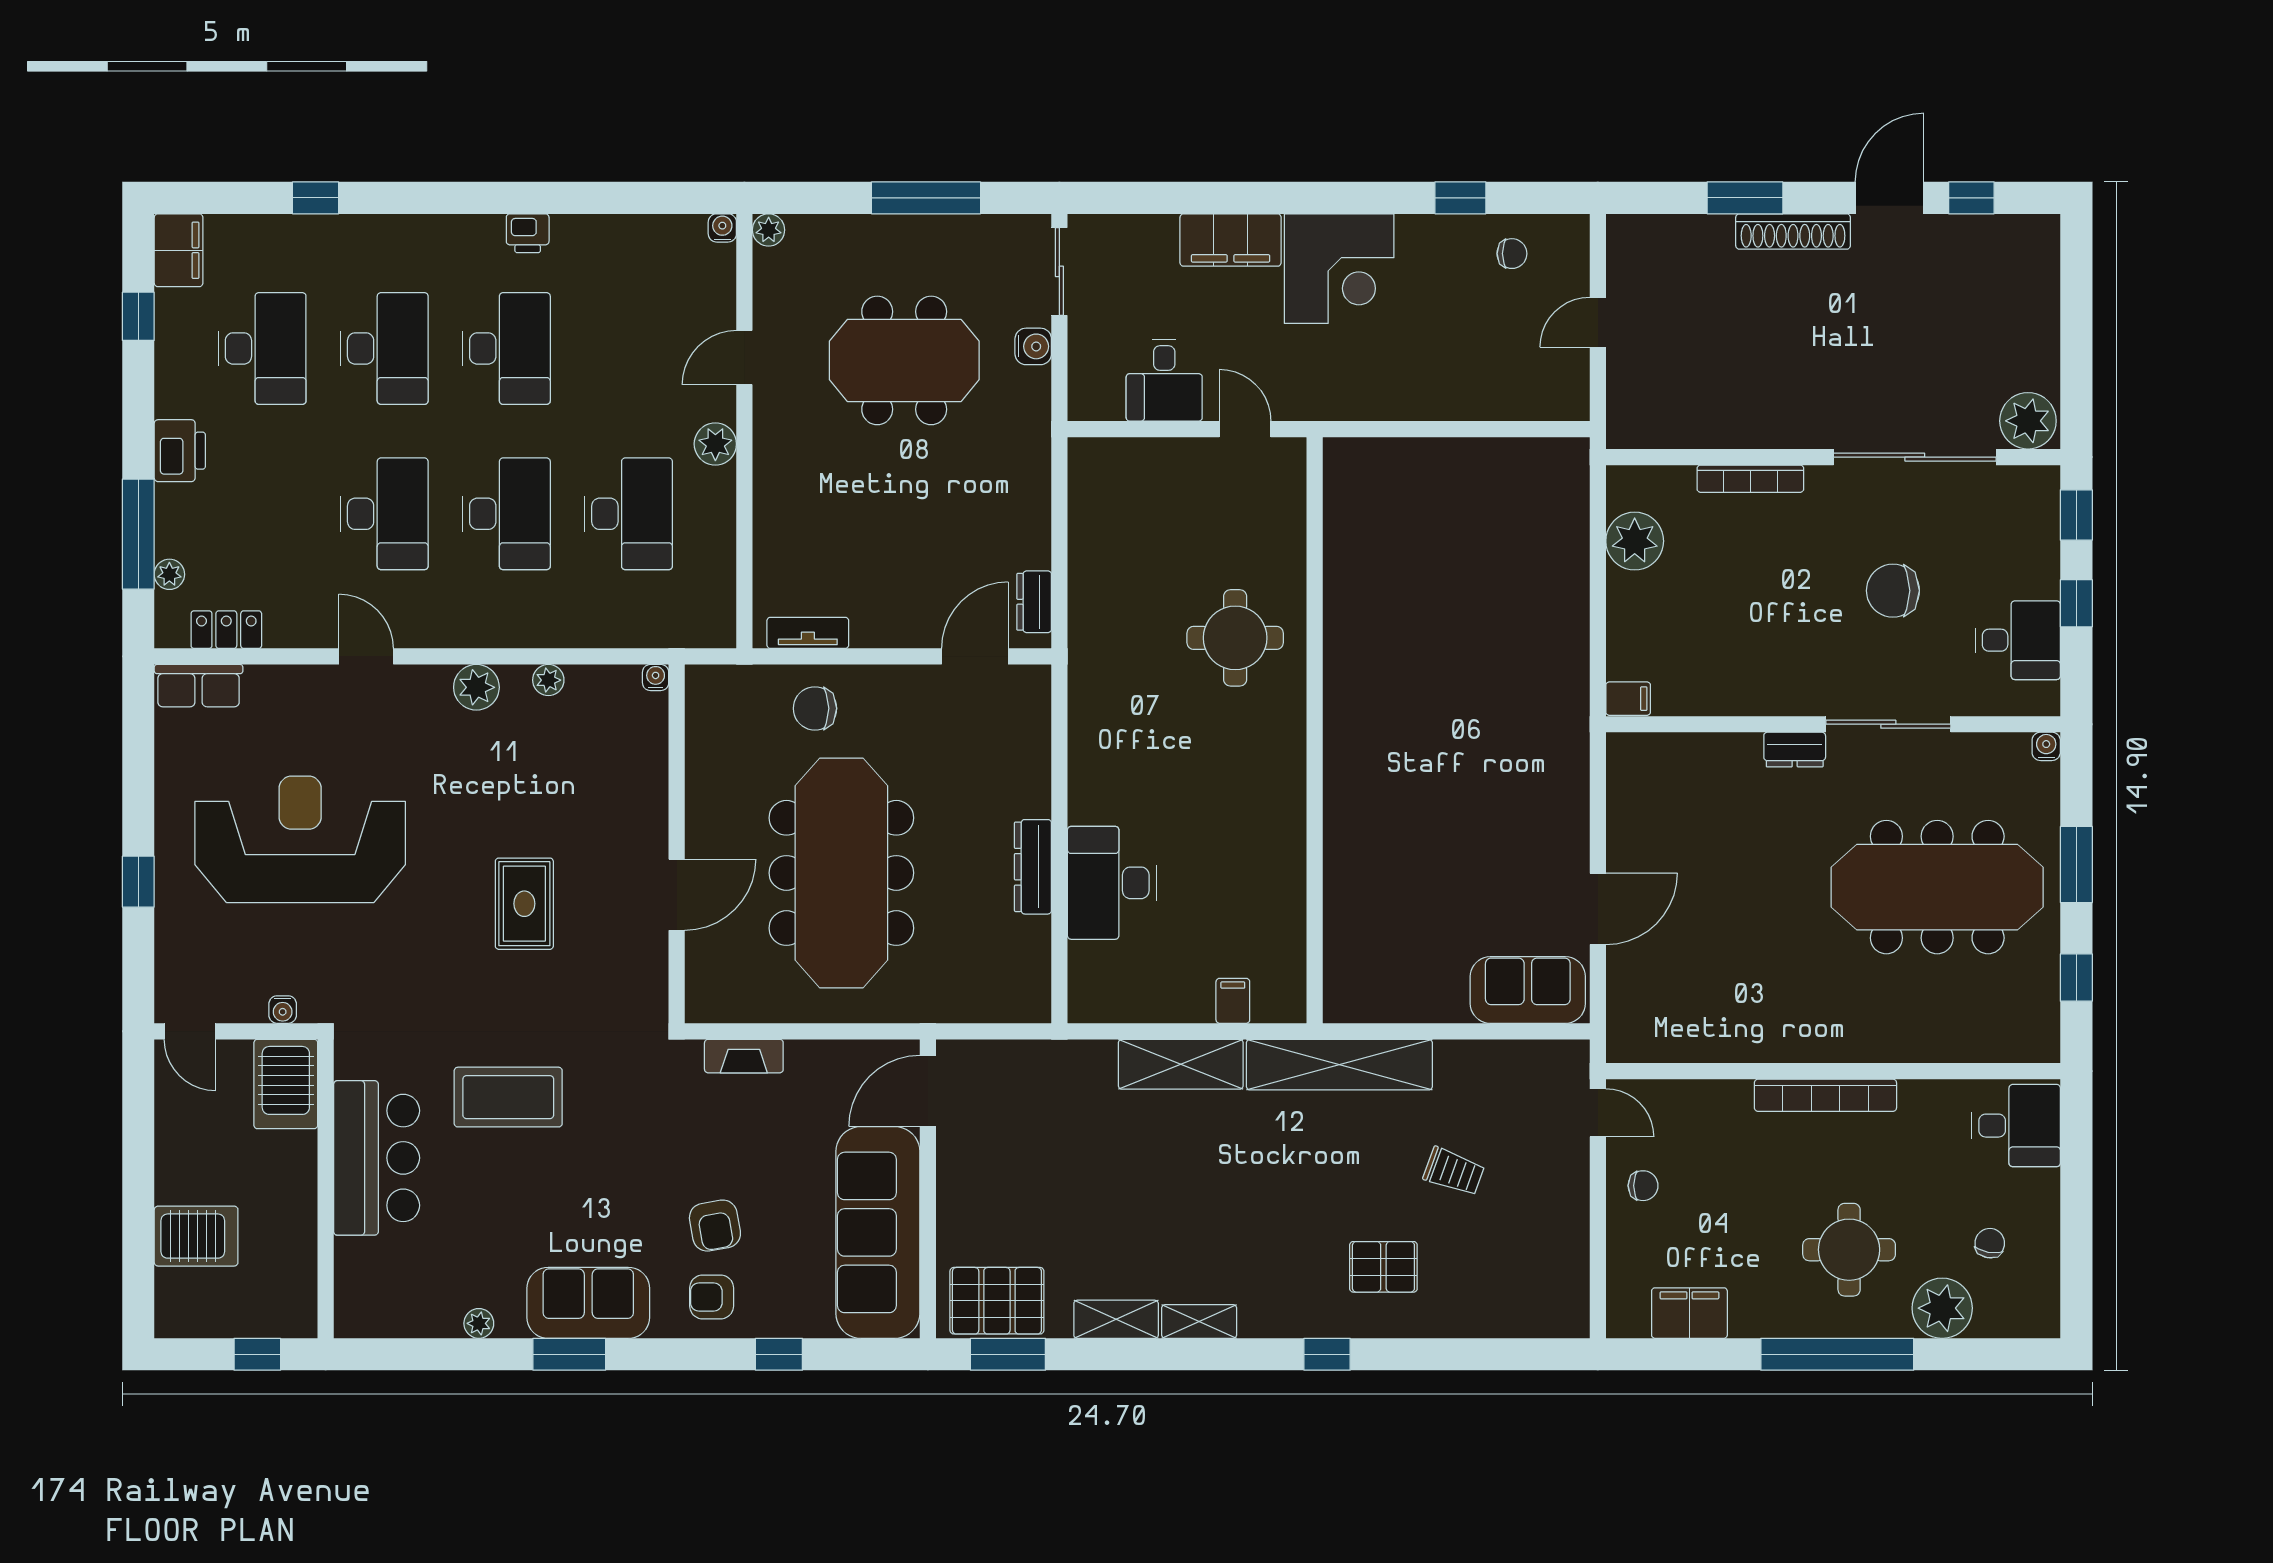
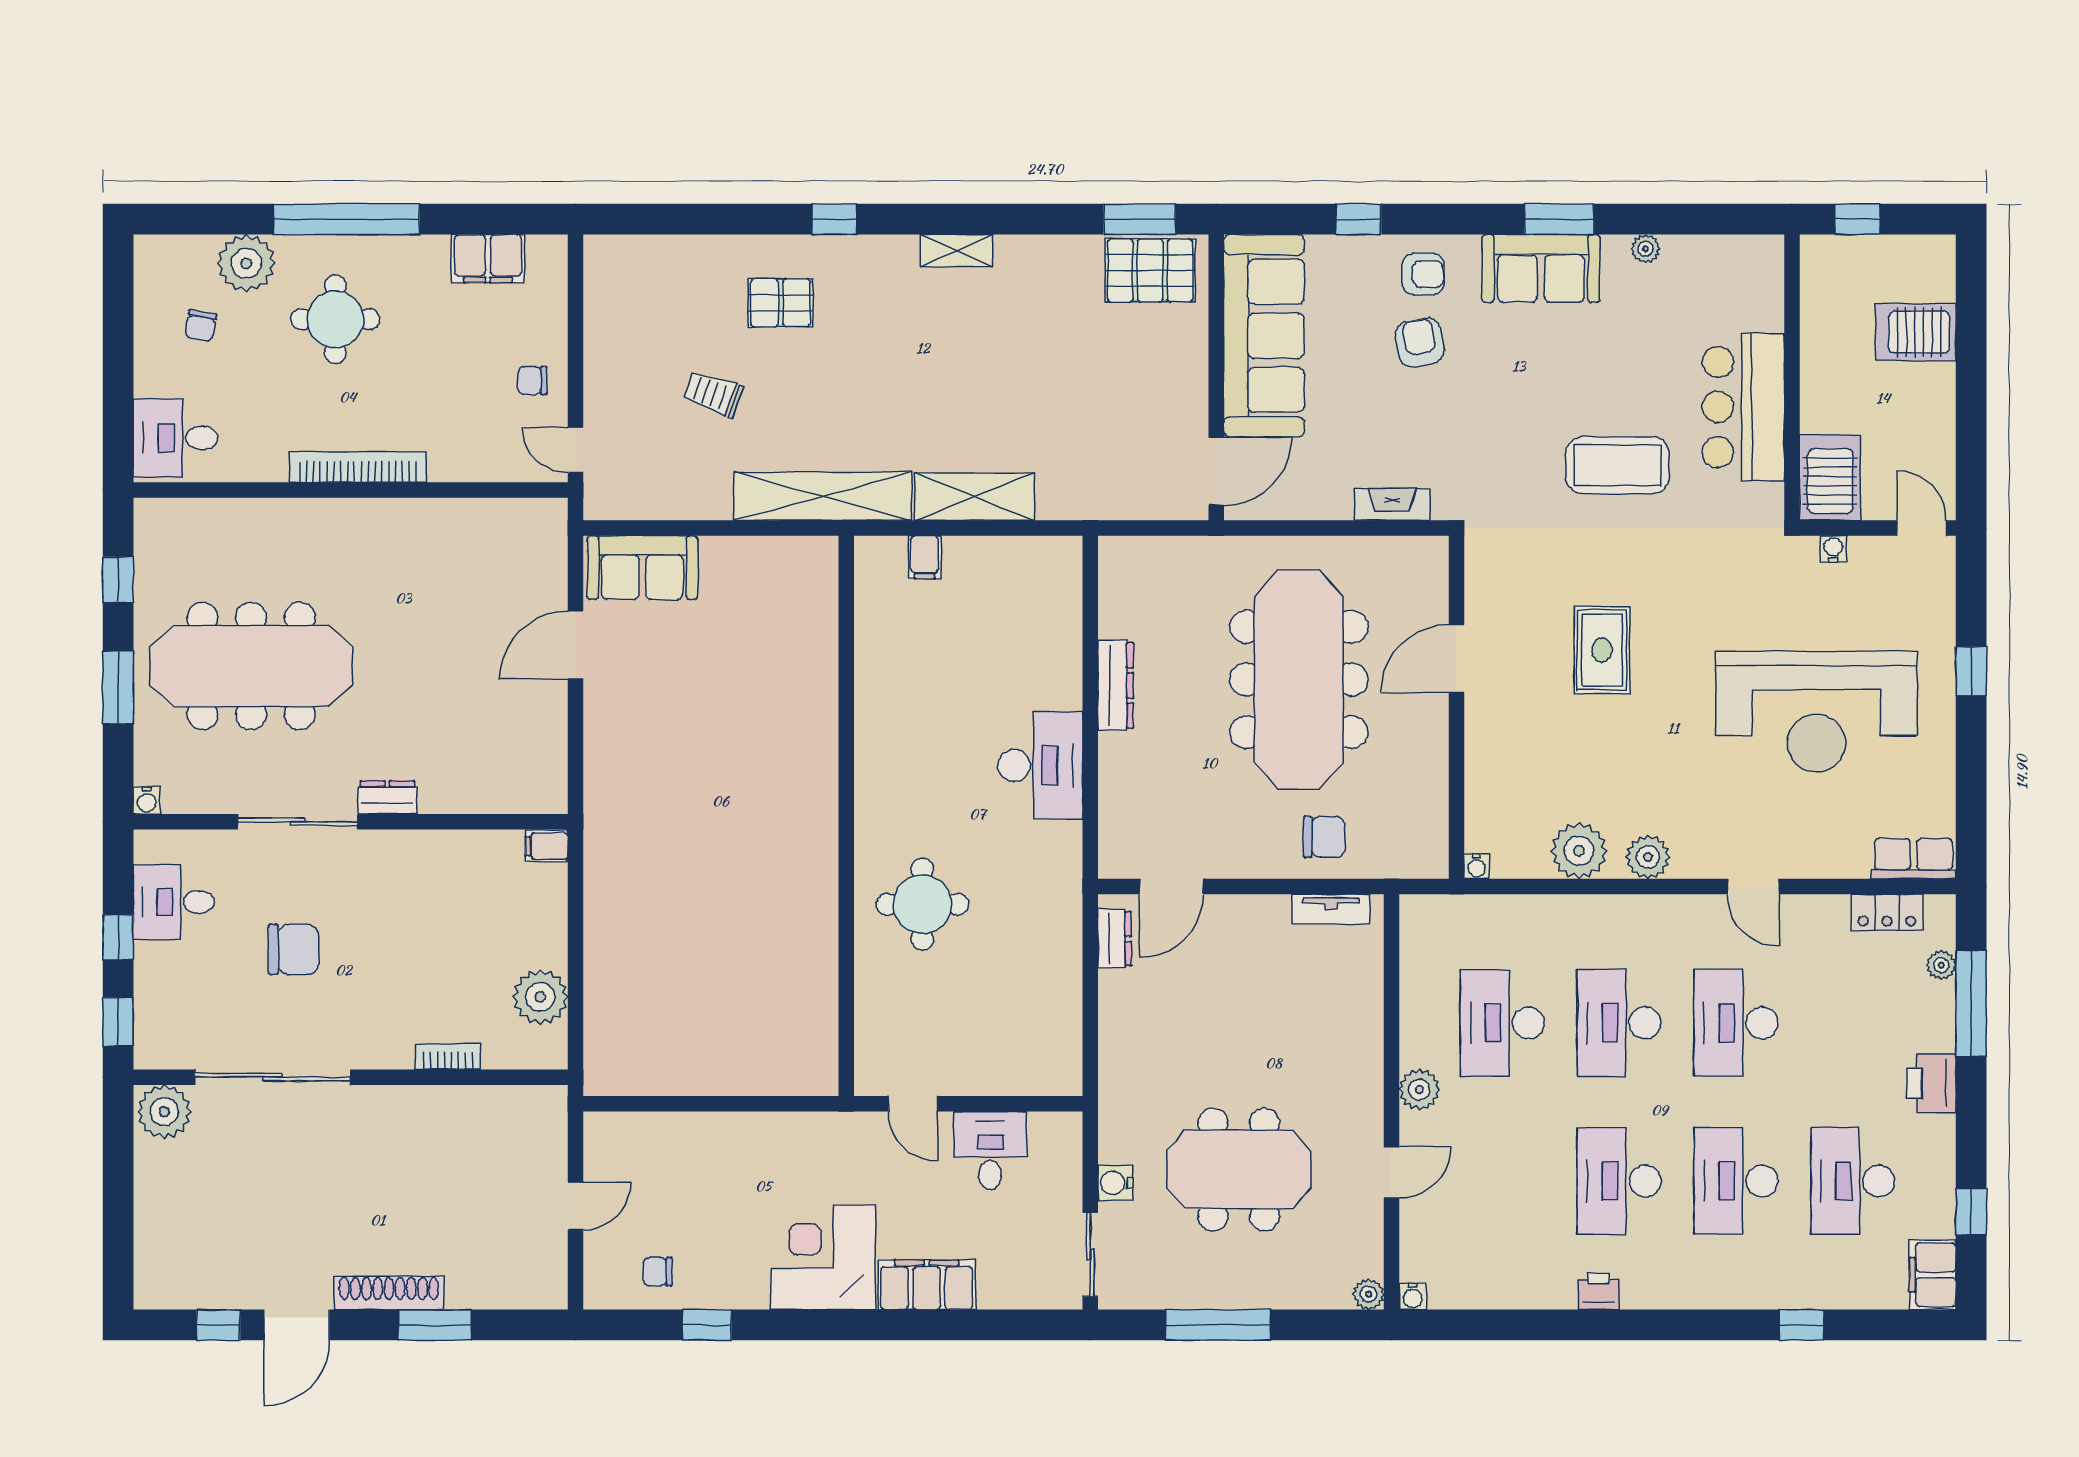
bookcase: (1750, 479) -> (448, 1056), width x0.64
plant: (548, 680) -> (1579, 851), width x1.88, depth x1.88
desk: (1112, 883) -> (1040, 765), moved
shelving: (1116, 1319) -> (1036, 253), removed

